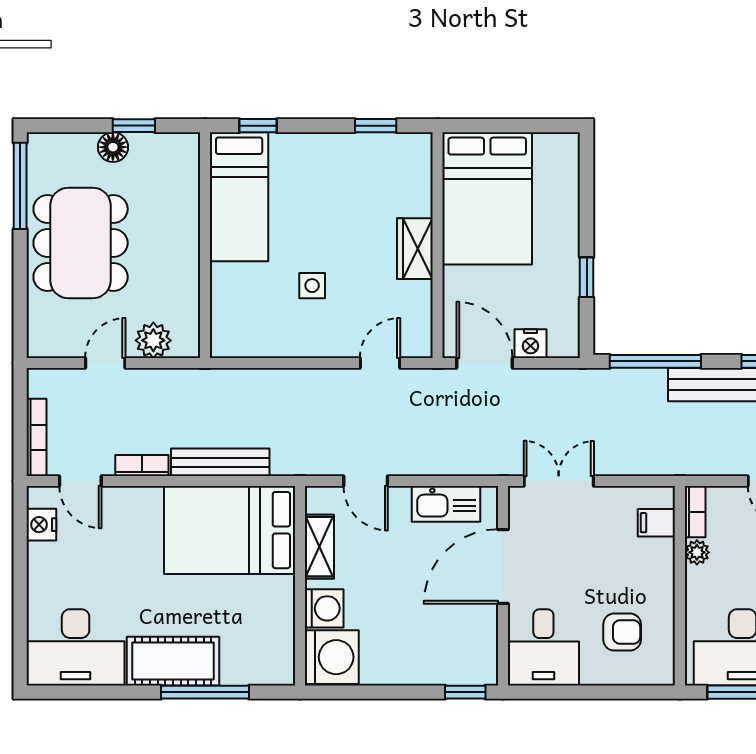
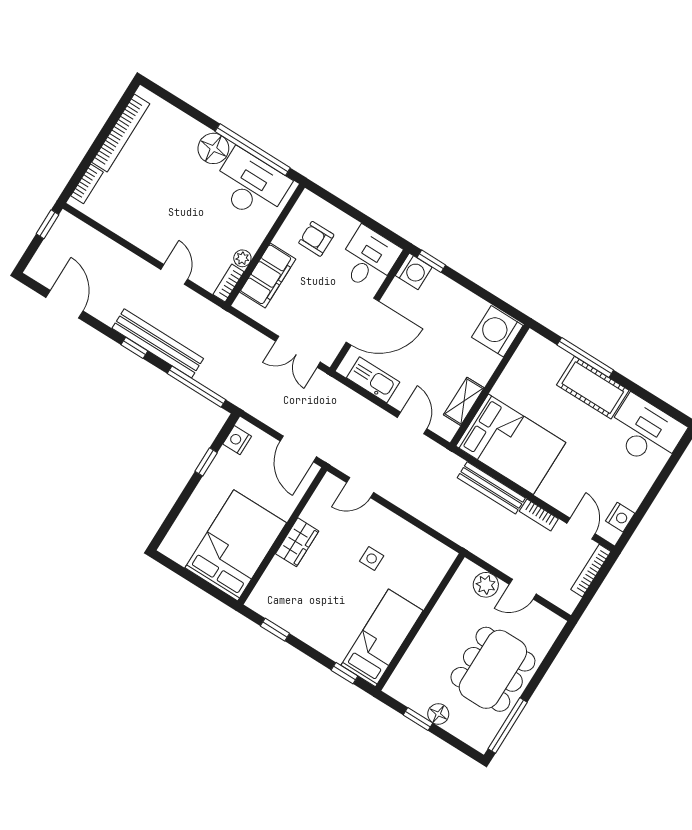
nightstand: (530, 344) -> (237, 440), moved, turned -90
filing cabinet: (656, 523) -> (268, 276), width x3.00, depth x1.17
washing machine: (324, 608) -> (414, 271), moved, turned 180

